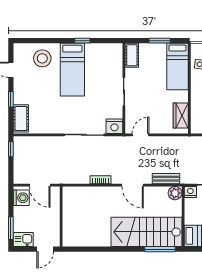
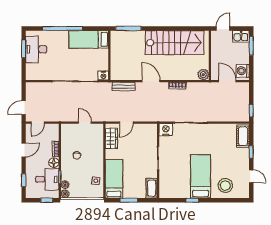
door: (140, 135) -> (126, 123), moved
plant: (175, 193) -> (203, 75), moved
stairs: (146, 232) -> (174, 43), moved

